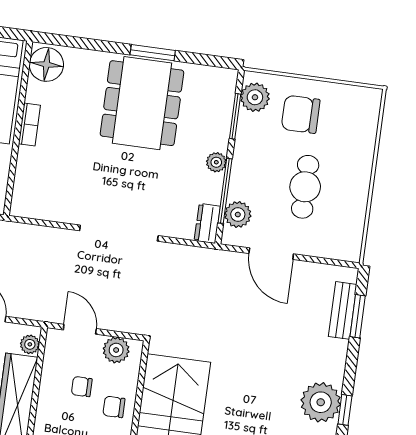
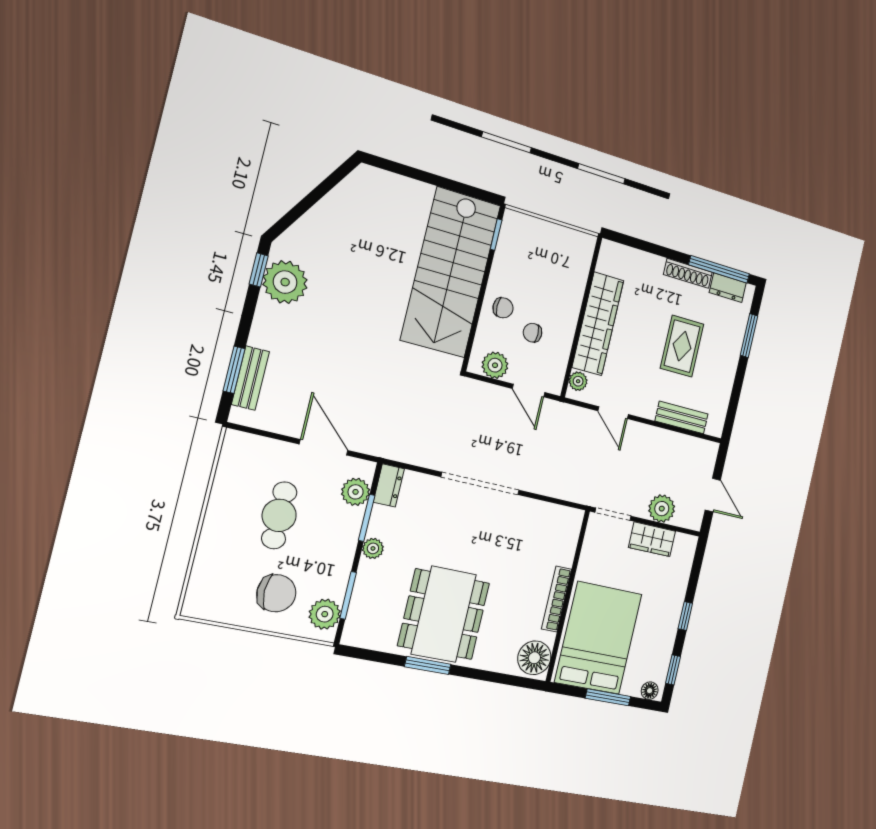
bookcase: (29, 124) -> (557, 599), width x1.56
window: (225, 191) -> (367, 518), width x0.69
chair: (82, 387) -> (533, 333), turned 180

